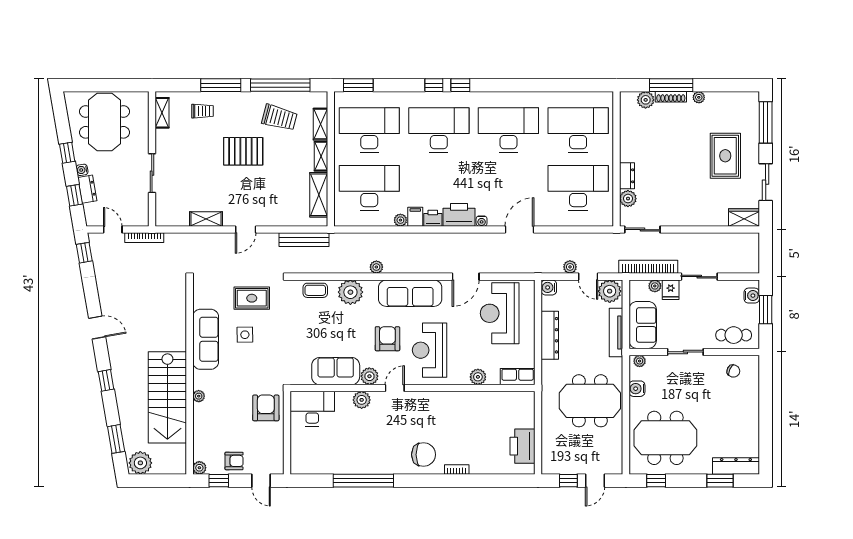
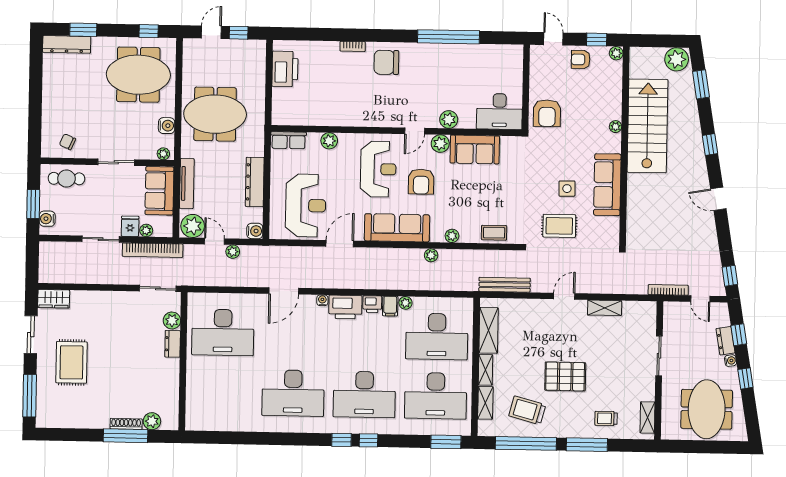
plant: (699, 97) -> (97, 423), removed
desk: (578, 130) -> (222, 392), removed
plant: (350, 292) -> (452, 236), width x0.53, depth x0.53

